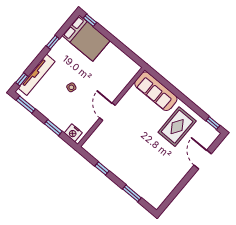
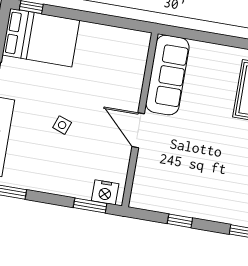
sofa: (156, 91) -> (167, 75), moved, turned -90
window: (53, 128) -> (90, 205), moved

